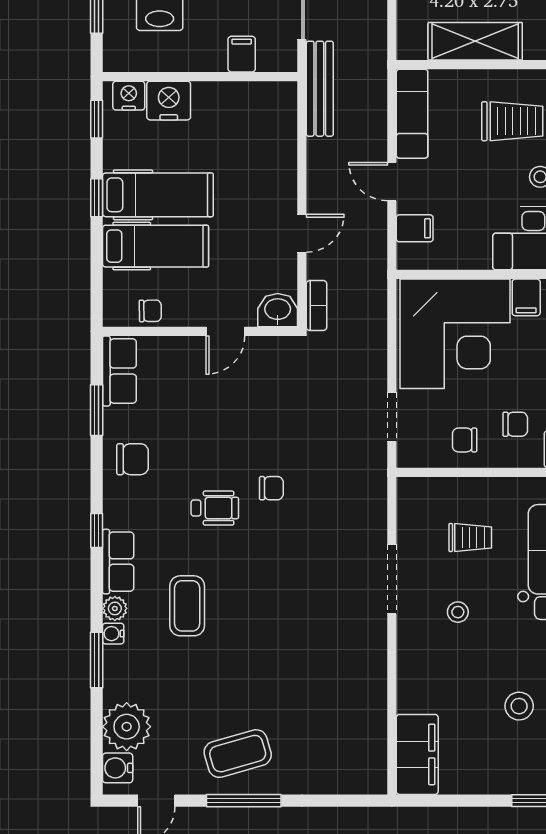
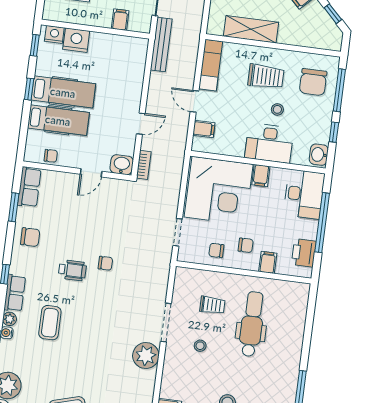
plant: (364, 642) -> (146, 356), added

